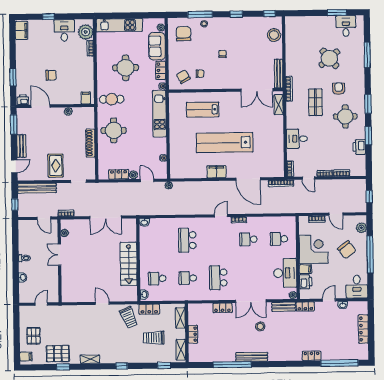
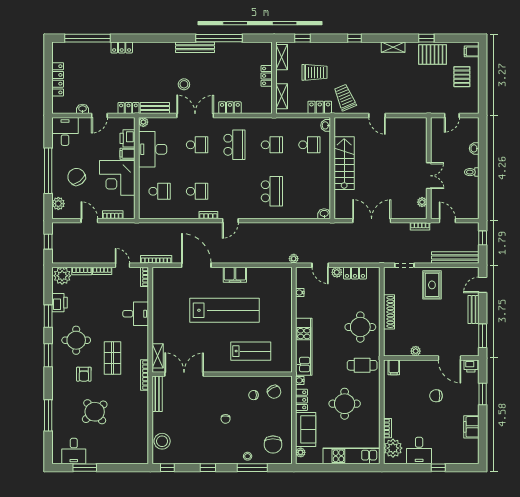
filing cabinet: (22, 30) -> (471, 427), moved
plant: (357, 169) -> (62, 276), added
school desk: (249, 277) -> (197, 145), added

